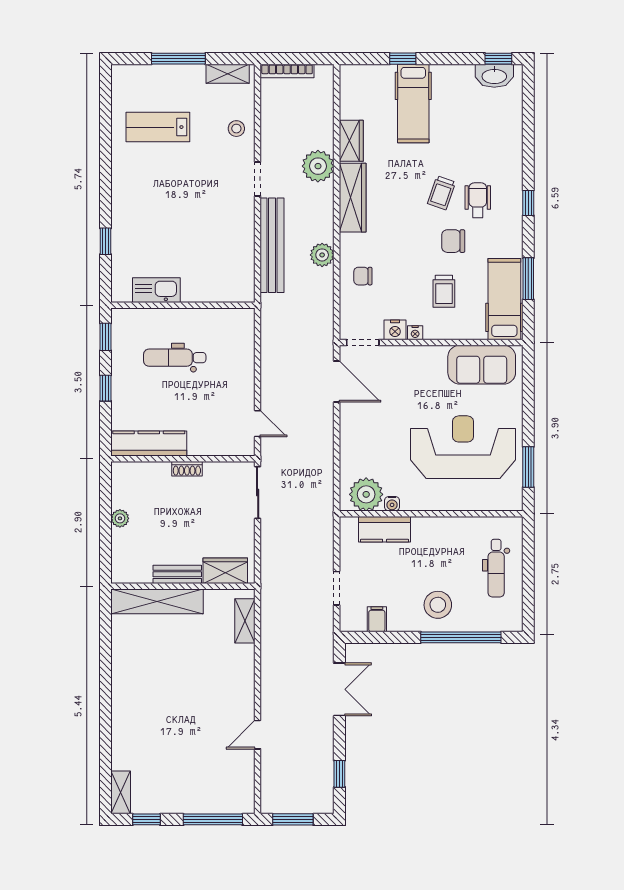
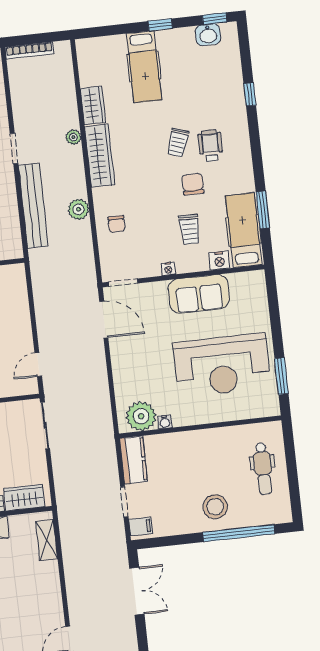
window: (403, 59) -> (160, 25), moved
washbasin: (494, 76) -> (208, 35), width x0.72
plant: (318, 166) -> (73, 137), width x0.53, depth x0.53
window: (528, 203) -> (250, 94), moved
chair: (453, 241) -> (193, 184), turned 90
chair: (363, 276) -> (117, 224), turned -90
nightstand: (395, 330) -> (219, 261), moved
sofa: (482, 365) -> (199, 294), moved
door: (258, 424) -> (38, 365), swing flipped
reception desk: (463, 447) -> (222, 365), turned 180
kitchen counter: (385, 529) -> (133, 460), moved, turned -90
filing cabinet: (377, 619) -> (141, 526), moved, turned 90

